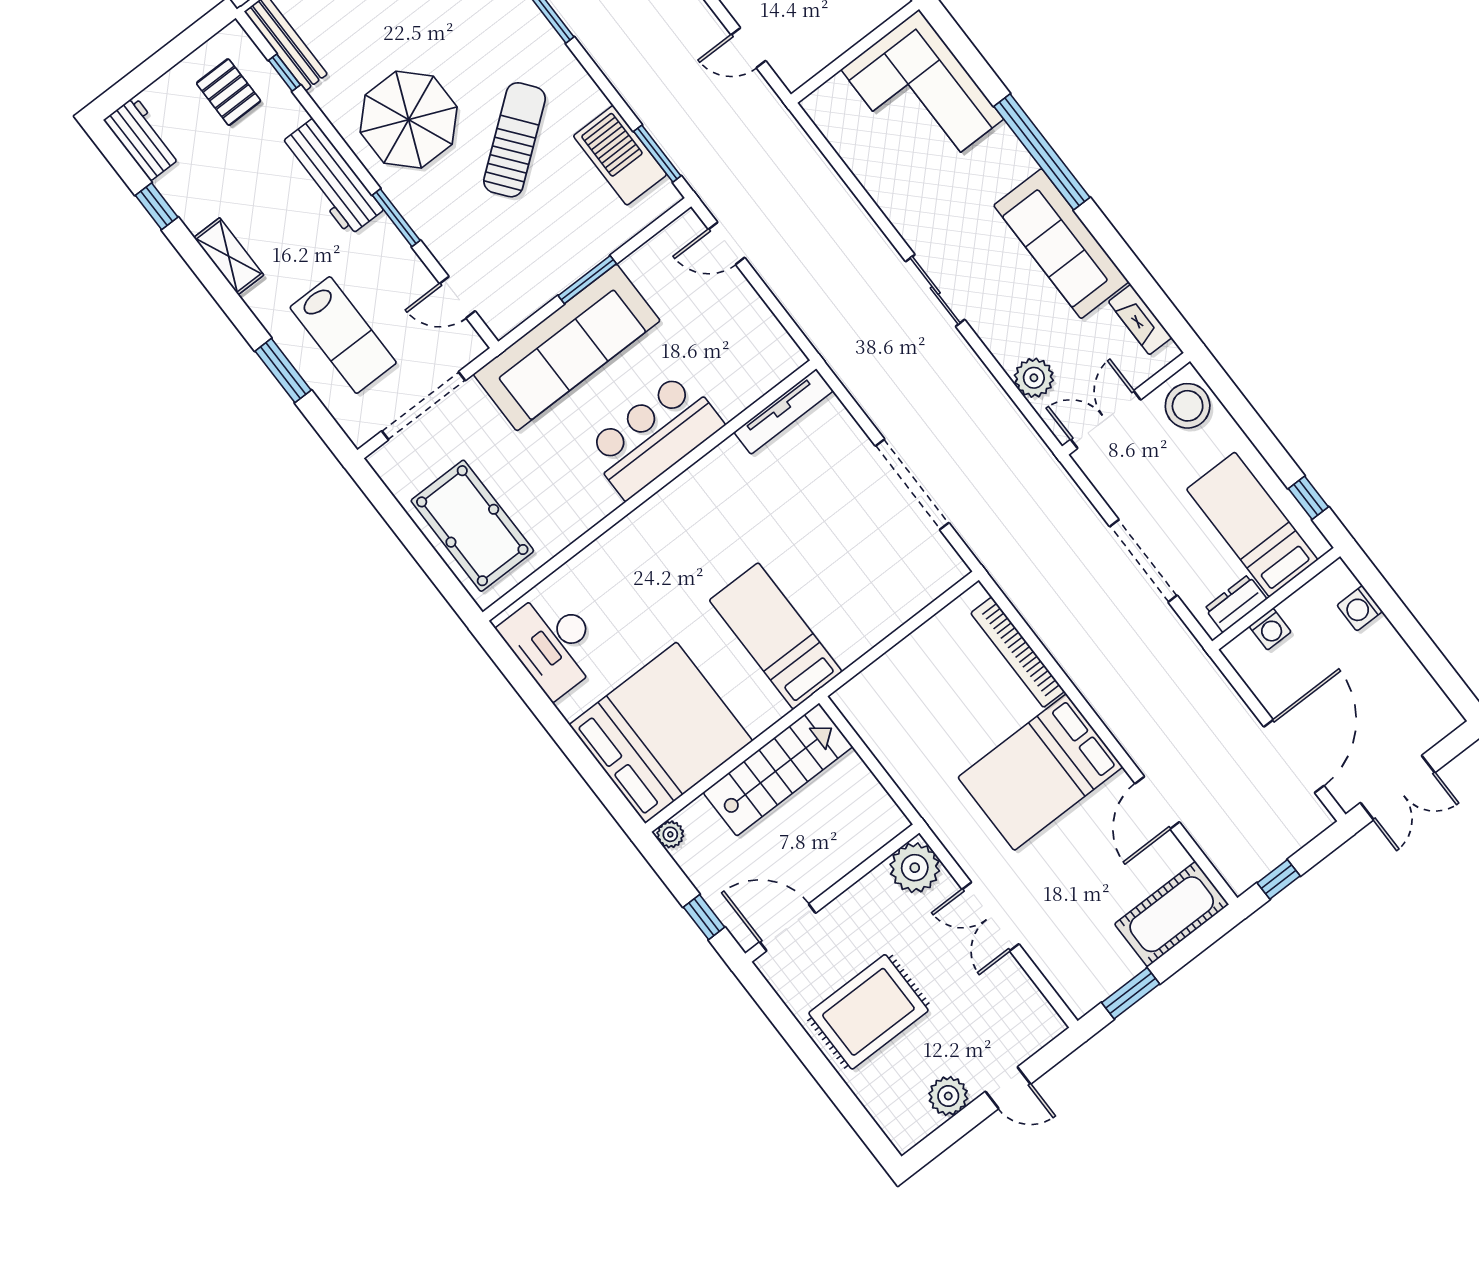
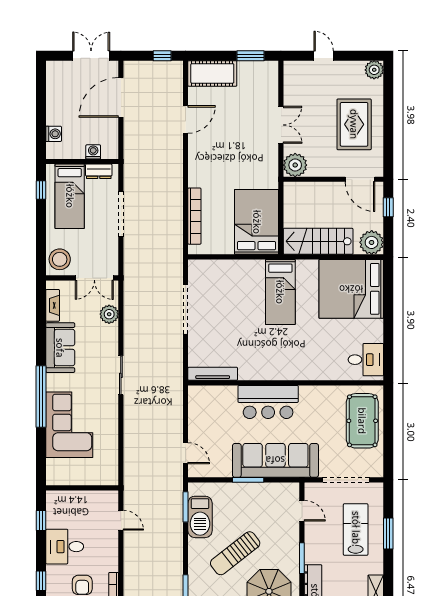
corner sofa: (922, 94) -> (69, 425), moved
sofa: (1061, 244) -> (60, 348), width x0.73
desk: (553, 643) -> (366, 360), width x0.73
bed: (1040, 772) -> (257, 222), moved, turned -90
plant: (670, 834) -> (372, 242), width x1.87, depth x1.87
rug: (868, 1012) -> (354, 124), turned 90
plant: (948, 1096) -> (374, 70), moved

